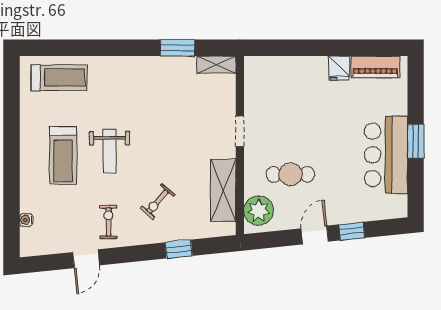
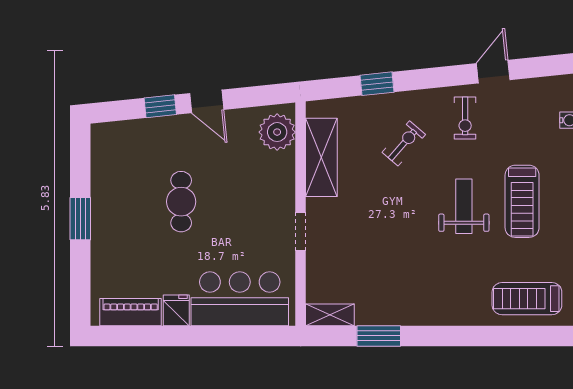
treadmill: (63, 155) -> (522, 201), turned 180
bar counter: (386, 155) -> (240, 299), moved, turned -90
cafe table: (290, 174) -> (181, 202), moved, turned 90
door: (315, 235) -> (207, 101), hinge flipped

